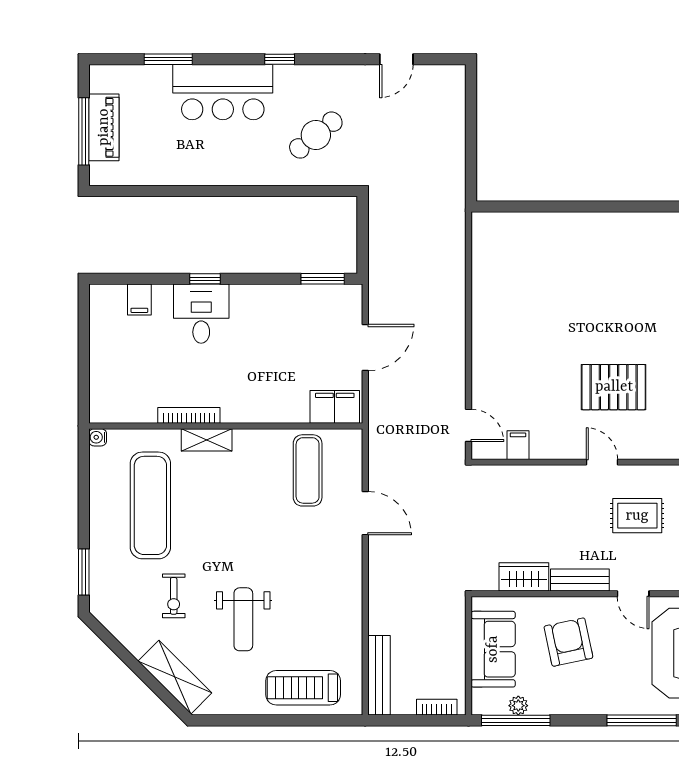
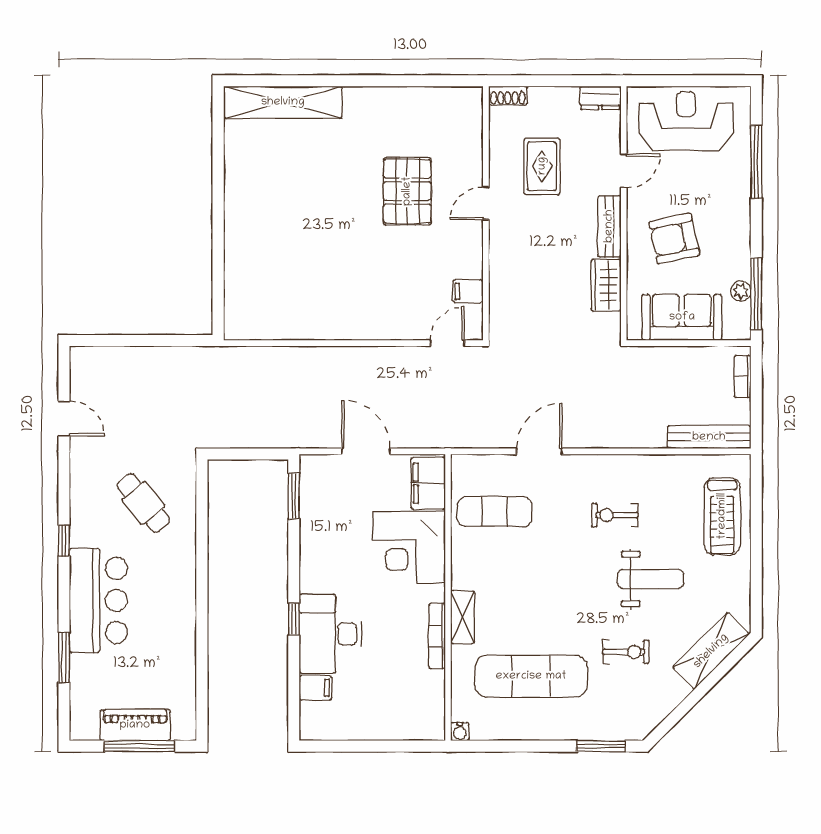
desk: (201, 314) -> (330, 634), width x1.37
corner desk: (274, 389) -> (409, 547), added
exercise bike: (304, 585) -> (615, 515), added

